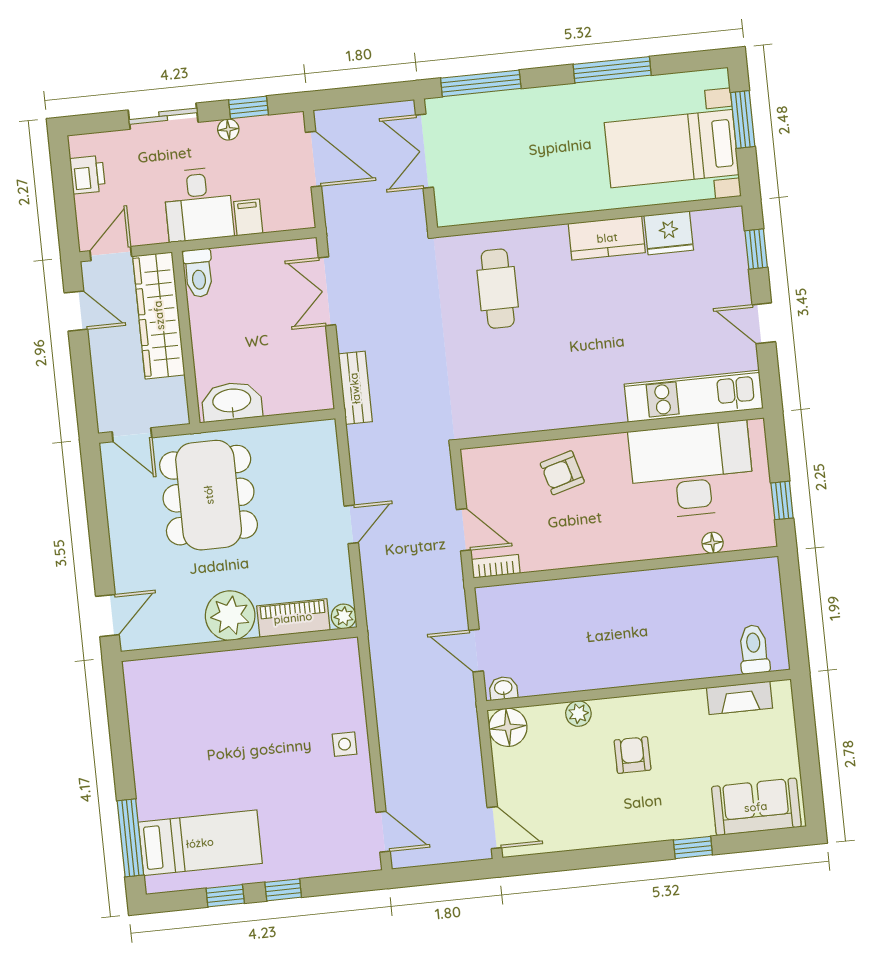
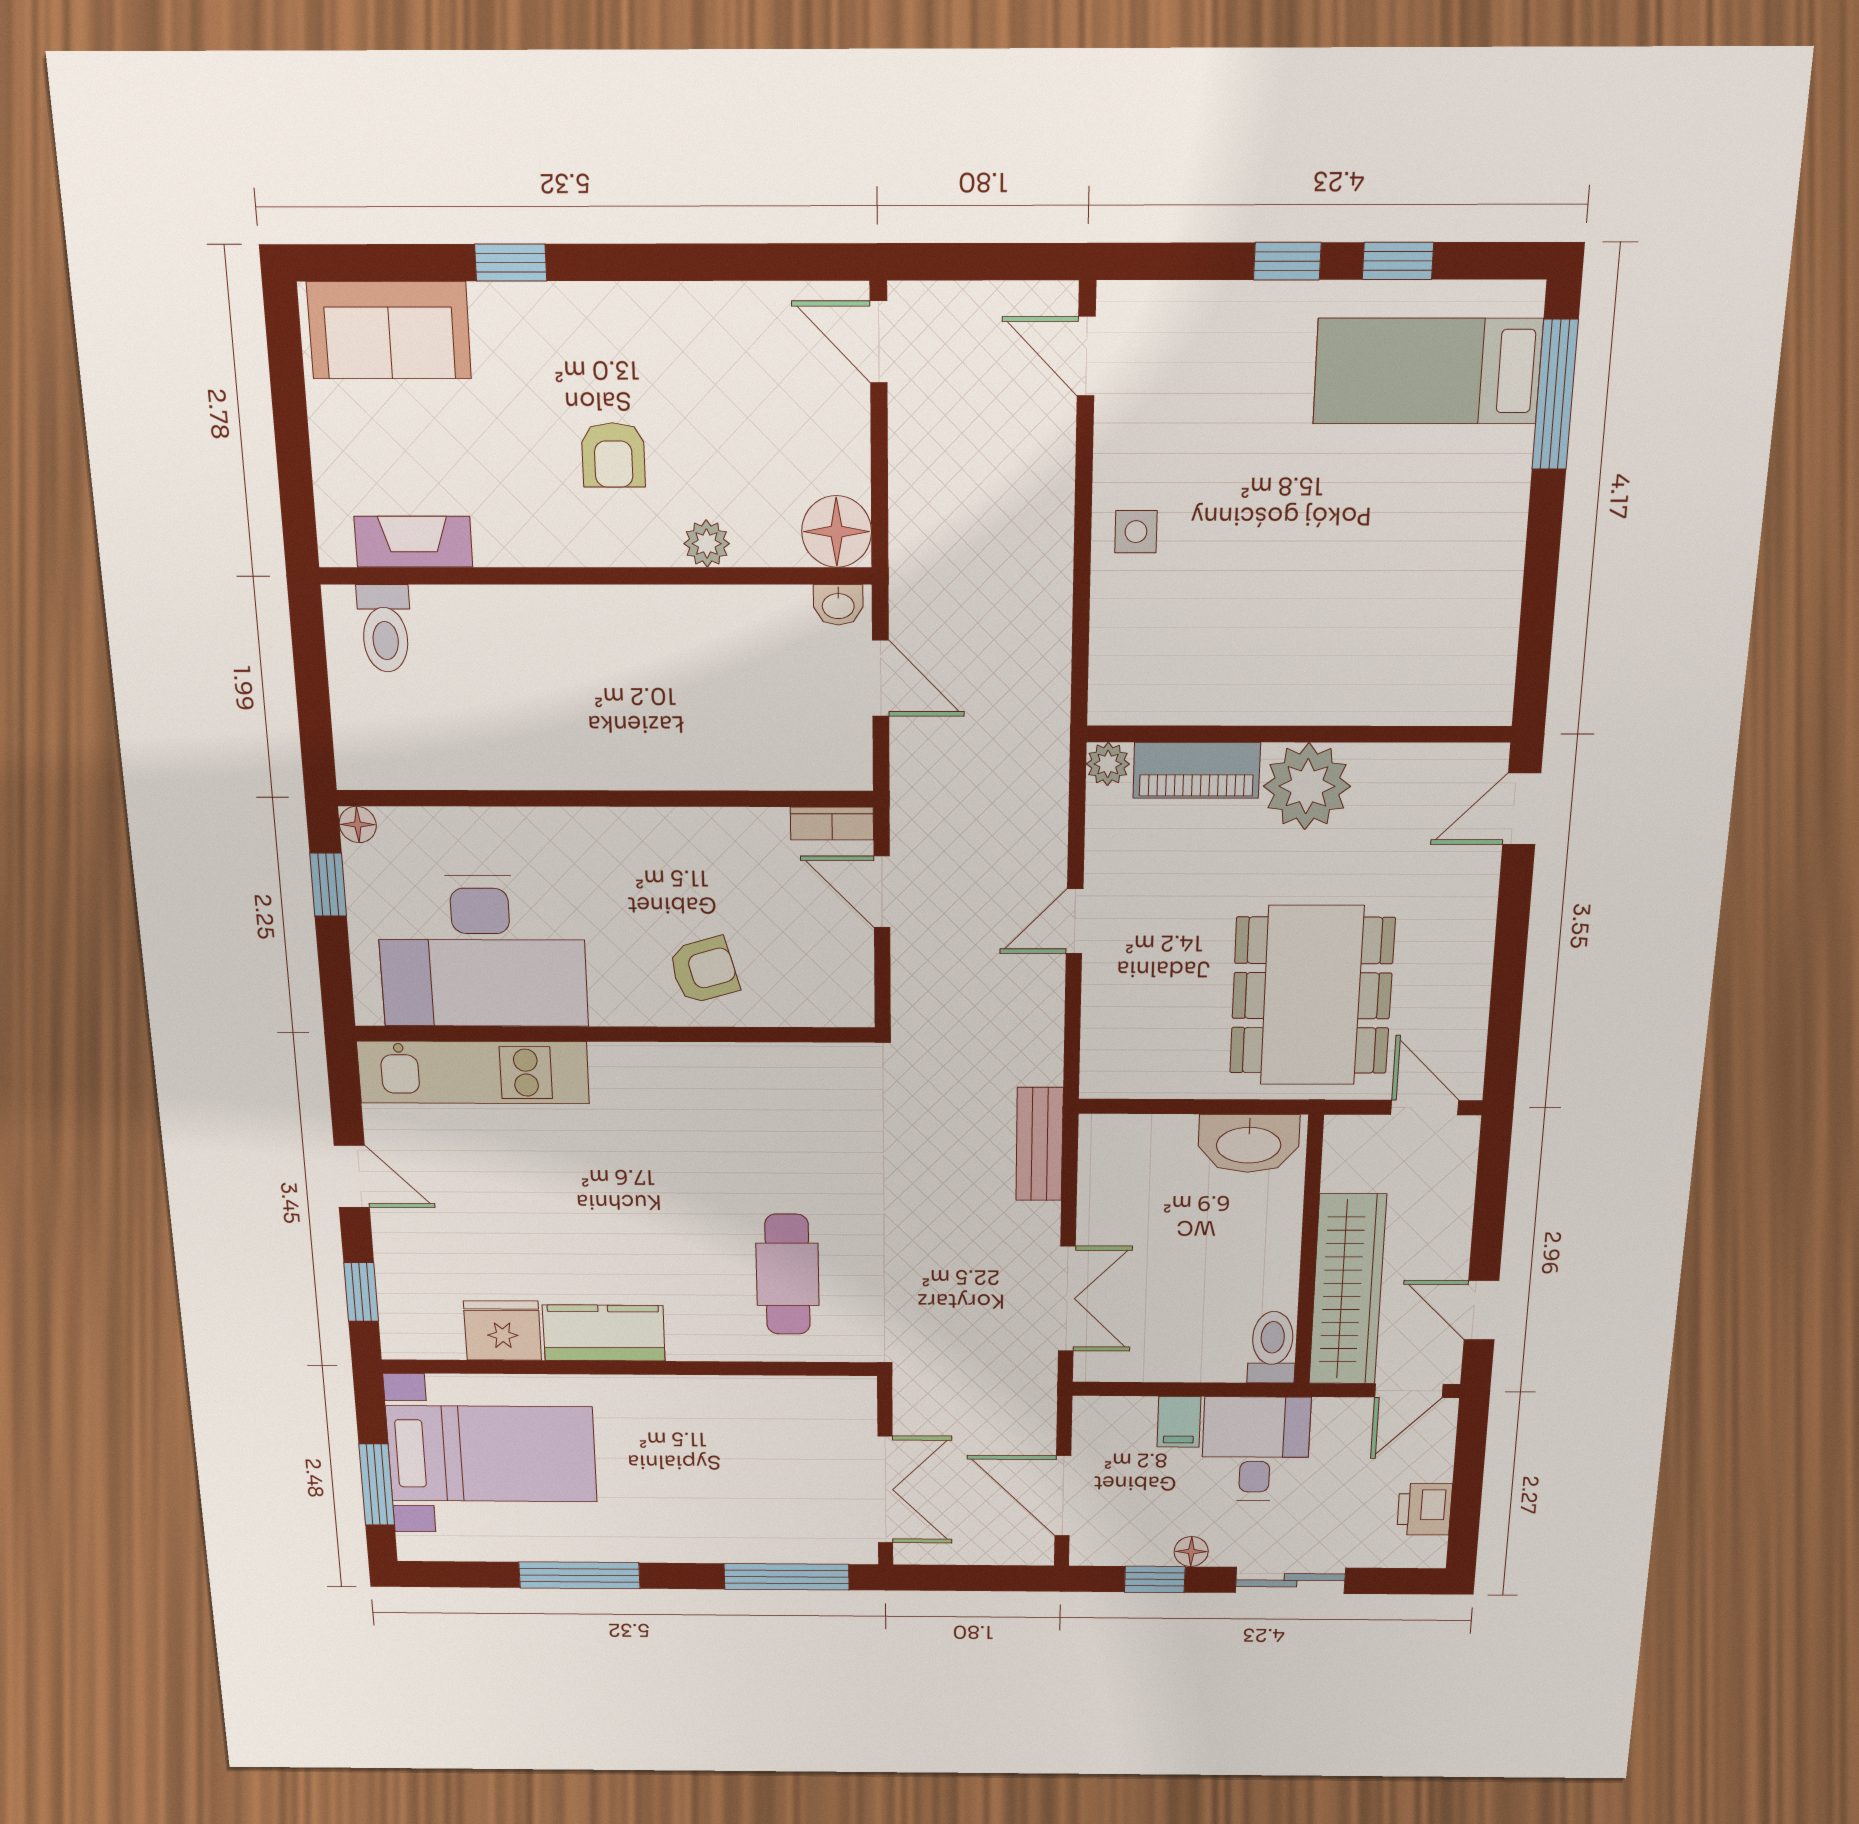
floor lamp: (713, 543) -> (358, 824), moved

